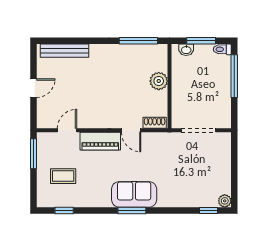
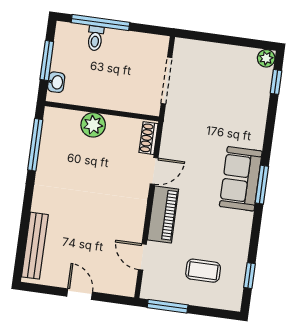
toilet: (222, 49) -> (95, 38), moved
coffee table: (63, 176) -> (203, 271), turned 90

